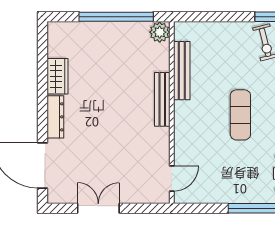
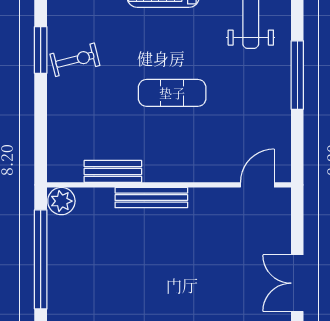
bench: (182, 71) -> (113, 171), width x0.73
door: (172, 178) -> (257, 185), hinge flipped

